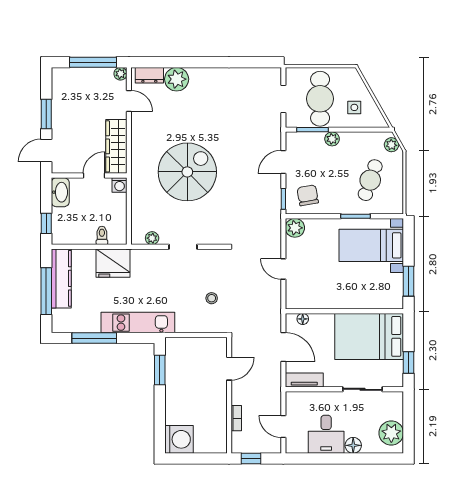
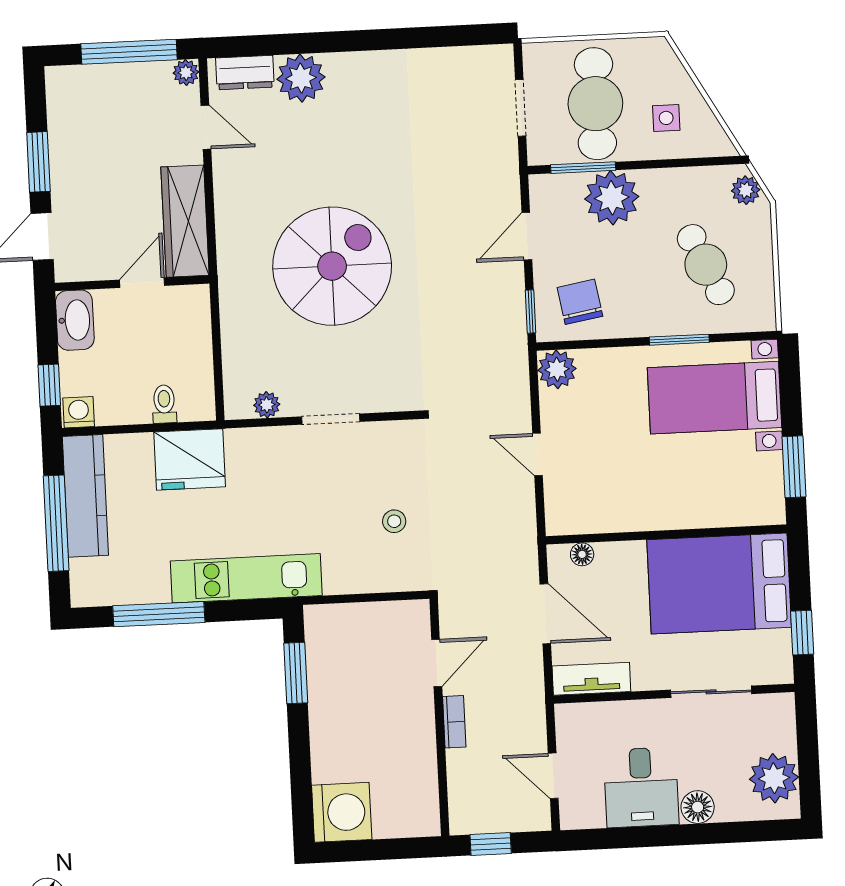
plant: (332, 139) -> (612, 198), width x1.88, depth x1.88
cafe table: (370, 180) -> (706, 265), turned -44
washing machine: (120, 185) -> (79, 412), moved, turned 180
bookcase: (236, 418) -> (454, 722), moved

